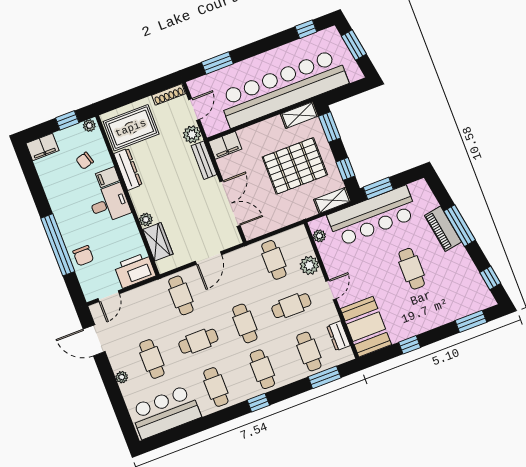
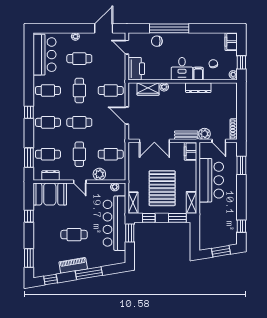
bar counter: (283, 88) -> (211, 180), width x0.54
rug: (131, 128) -> (222, 99), removed
piano: (443, 229) -> (73, 265), moved

